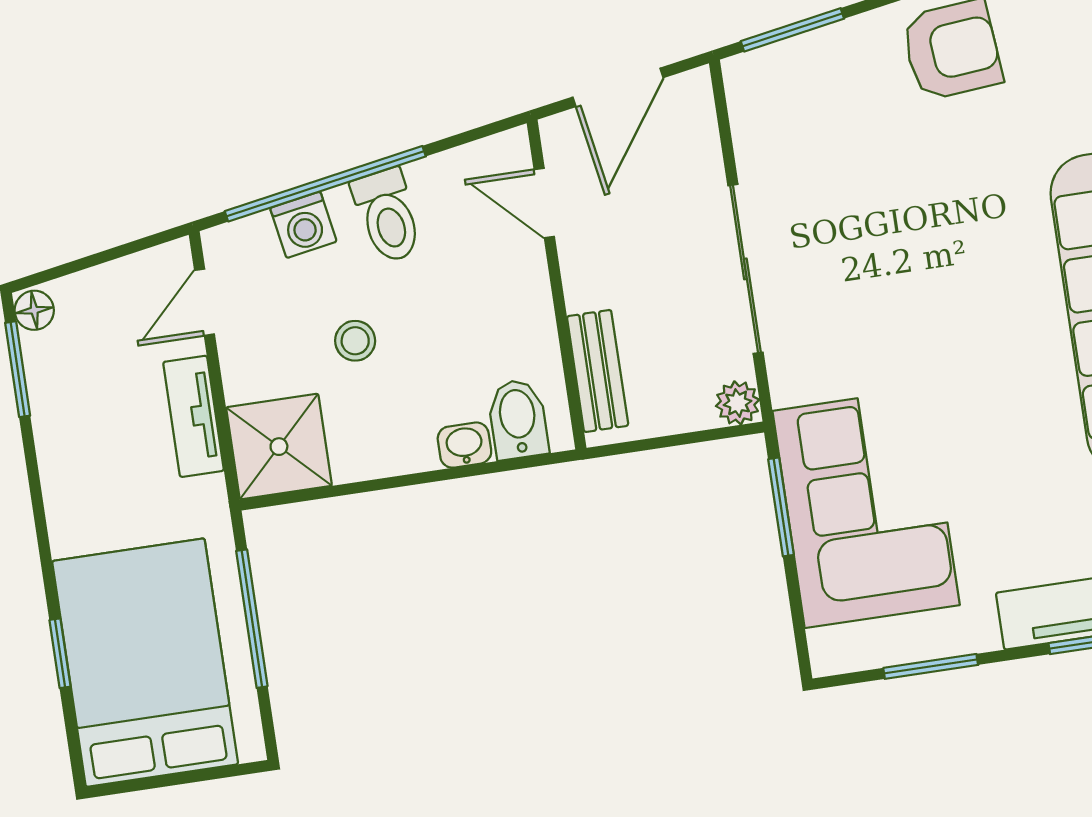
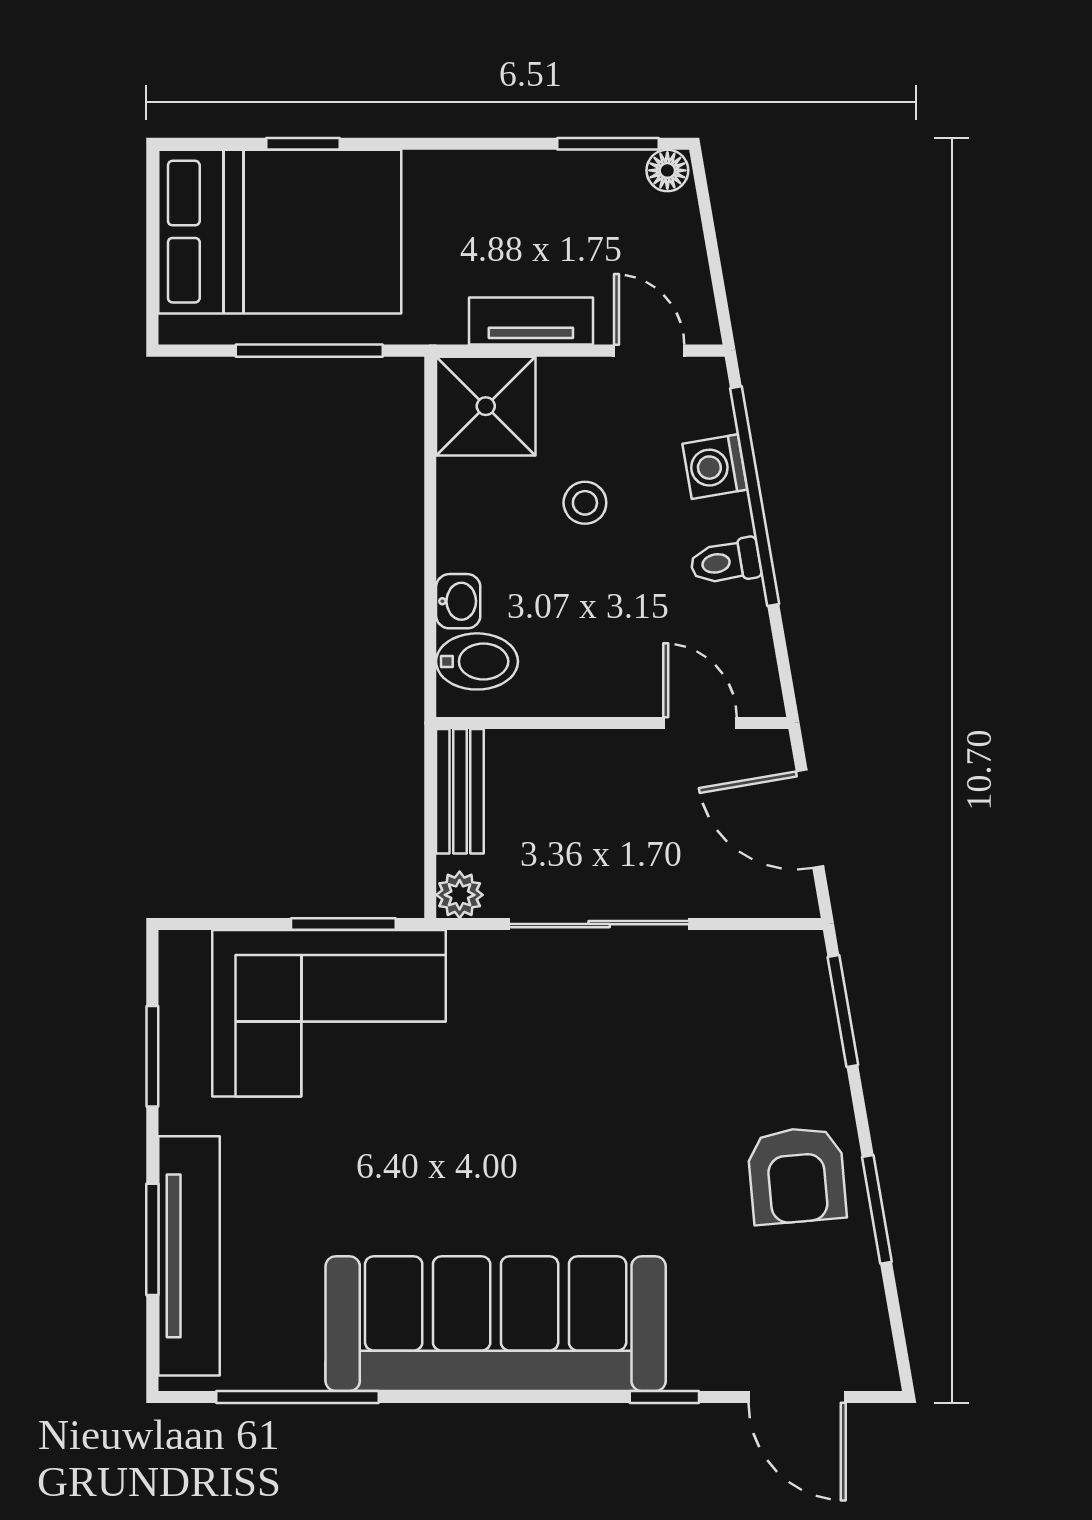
door: (544, 203) -> (700, 723), hinge flipped
toilet: (387, 216) -> (725, 562), width x0.73, depth x0.72
bench: (598, 371) -> (460, 791), moved, turned 90

